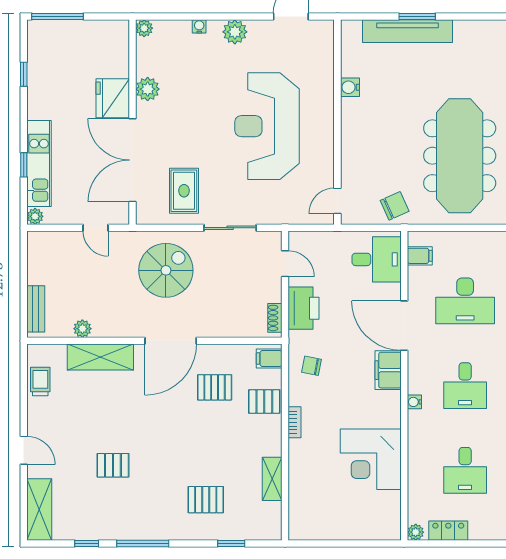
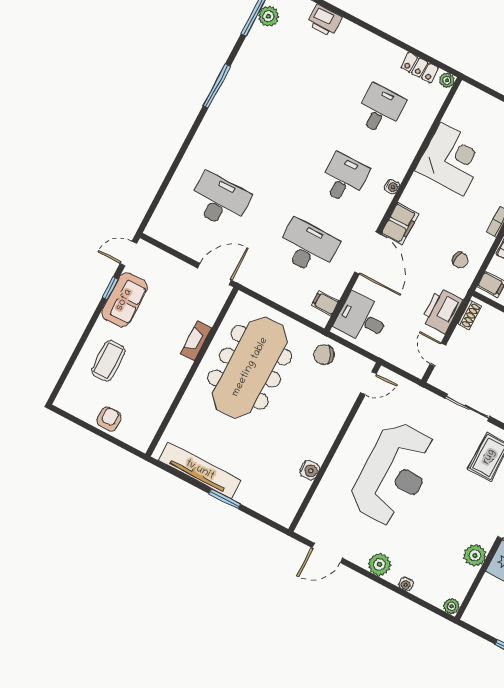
tv unit: (408, 31) -> (200, 470), moved

